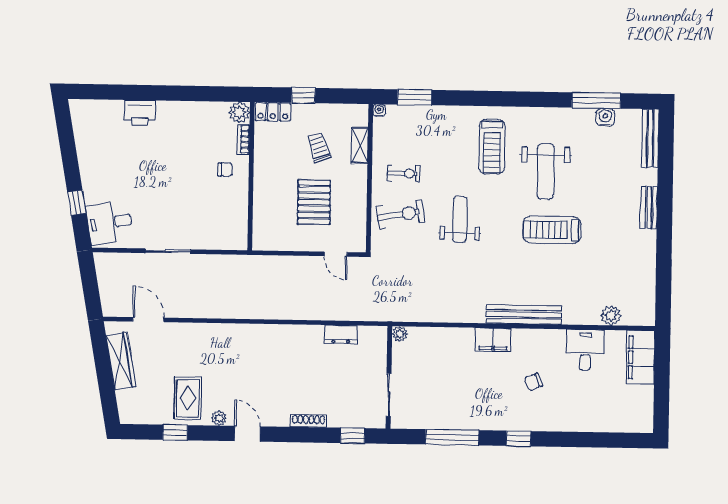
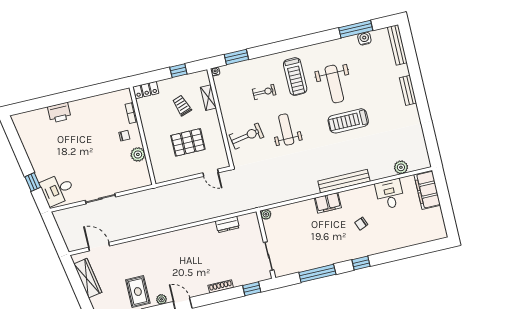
window: (303, 95) -> (178, 71), moved
plant: (239, 112) -> (138, 154), moved
exercise bike: (404, 173) -> (264, 92), moved
pallet: (314, 202) -> (188, 142), turned 90

